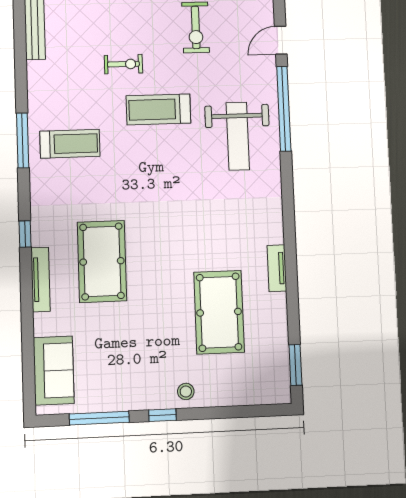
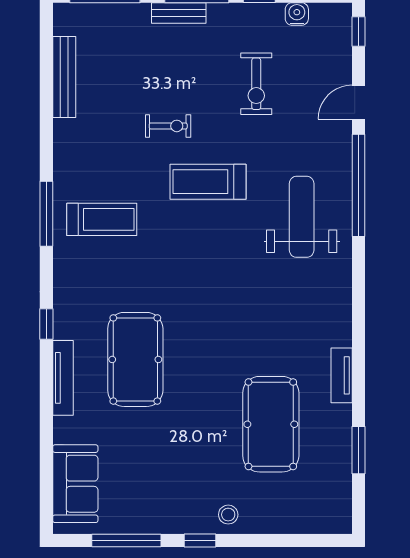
weight bench: (238, 136) -> (302, 217), turned 180
window: (295, 365) -> (358, 450), moved

